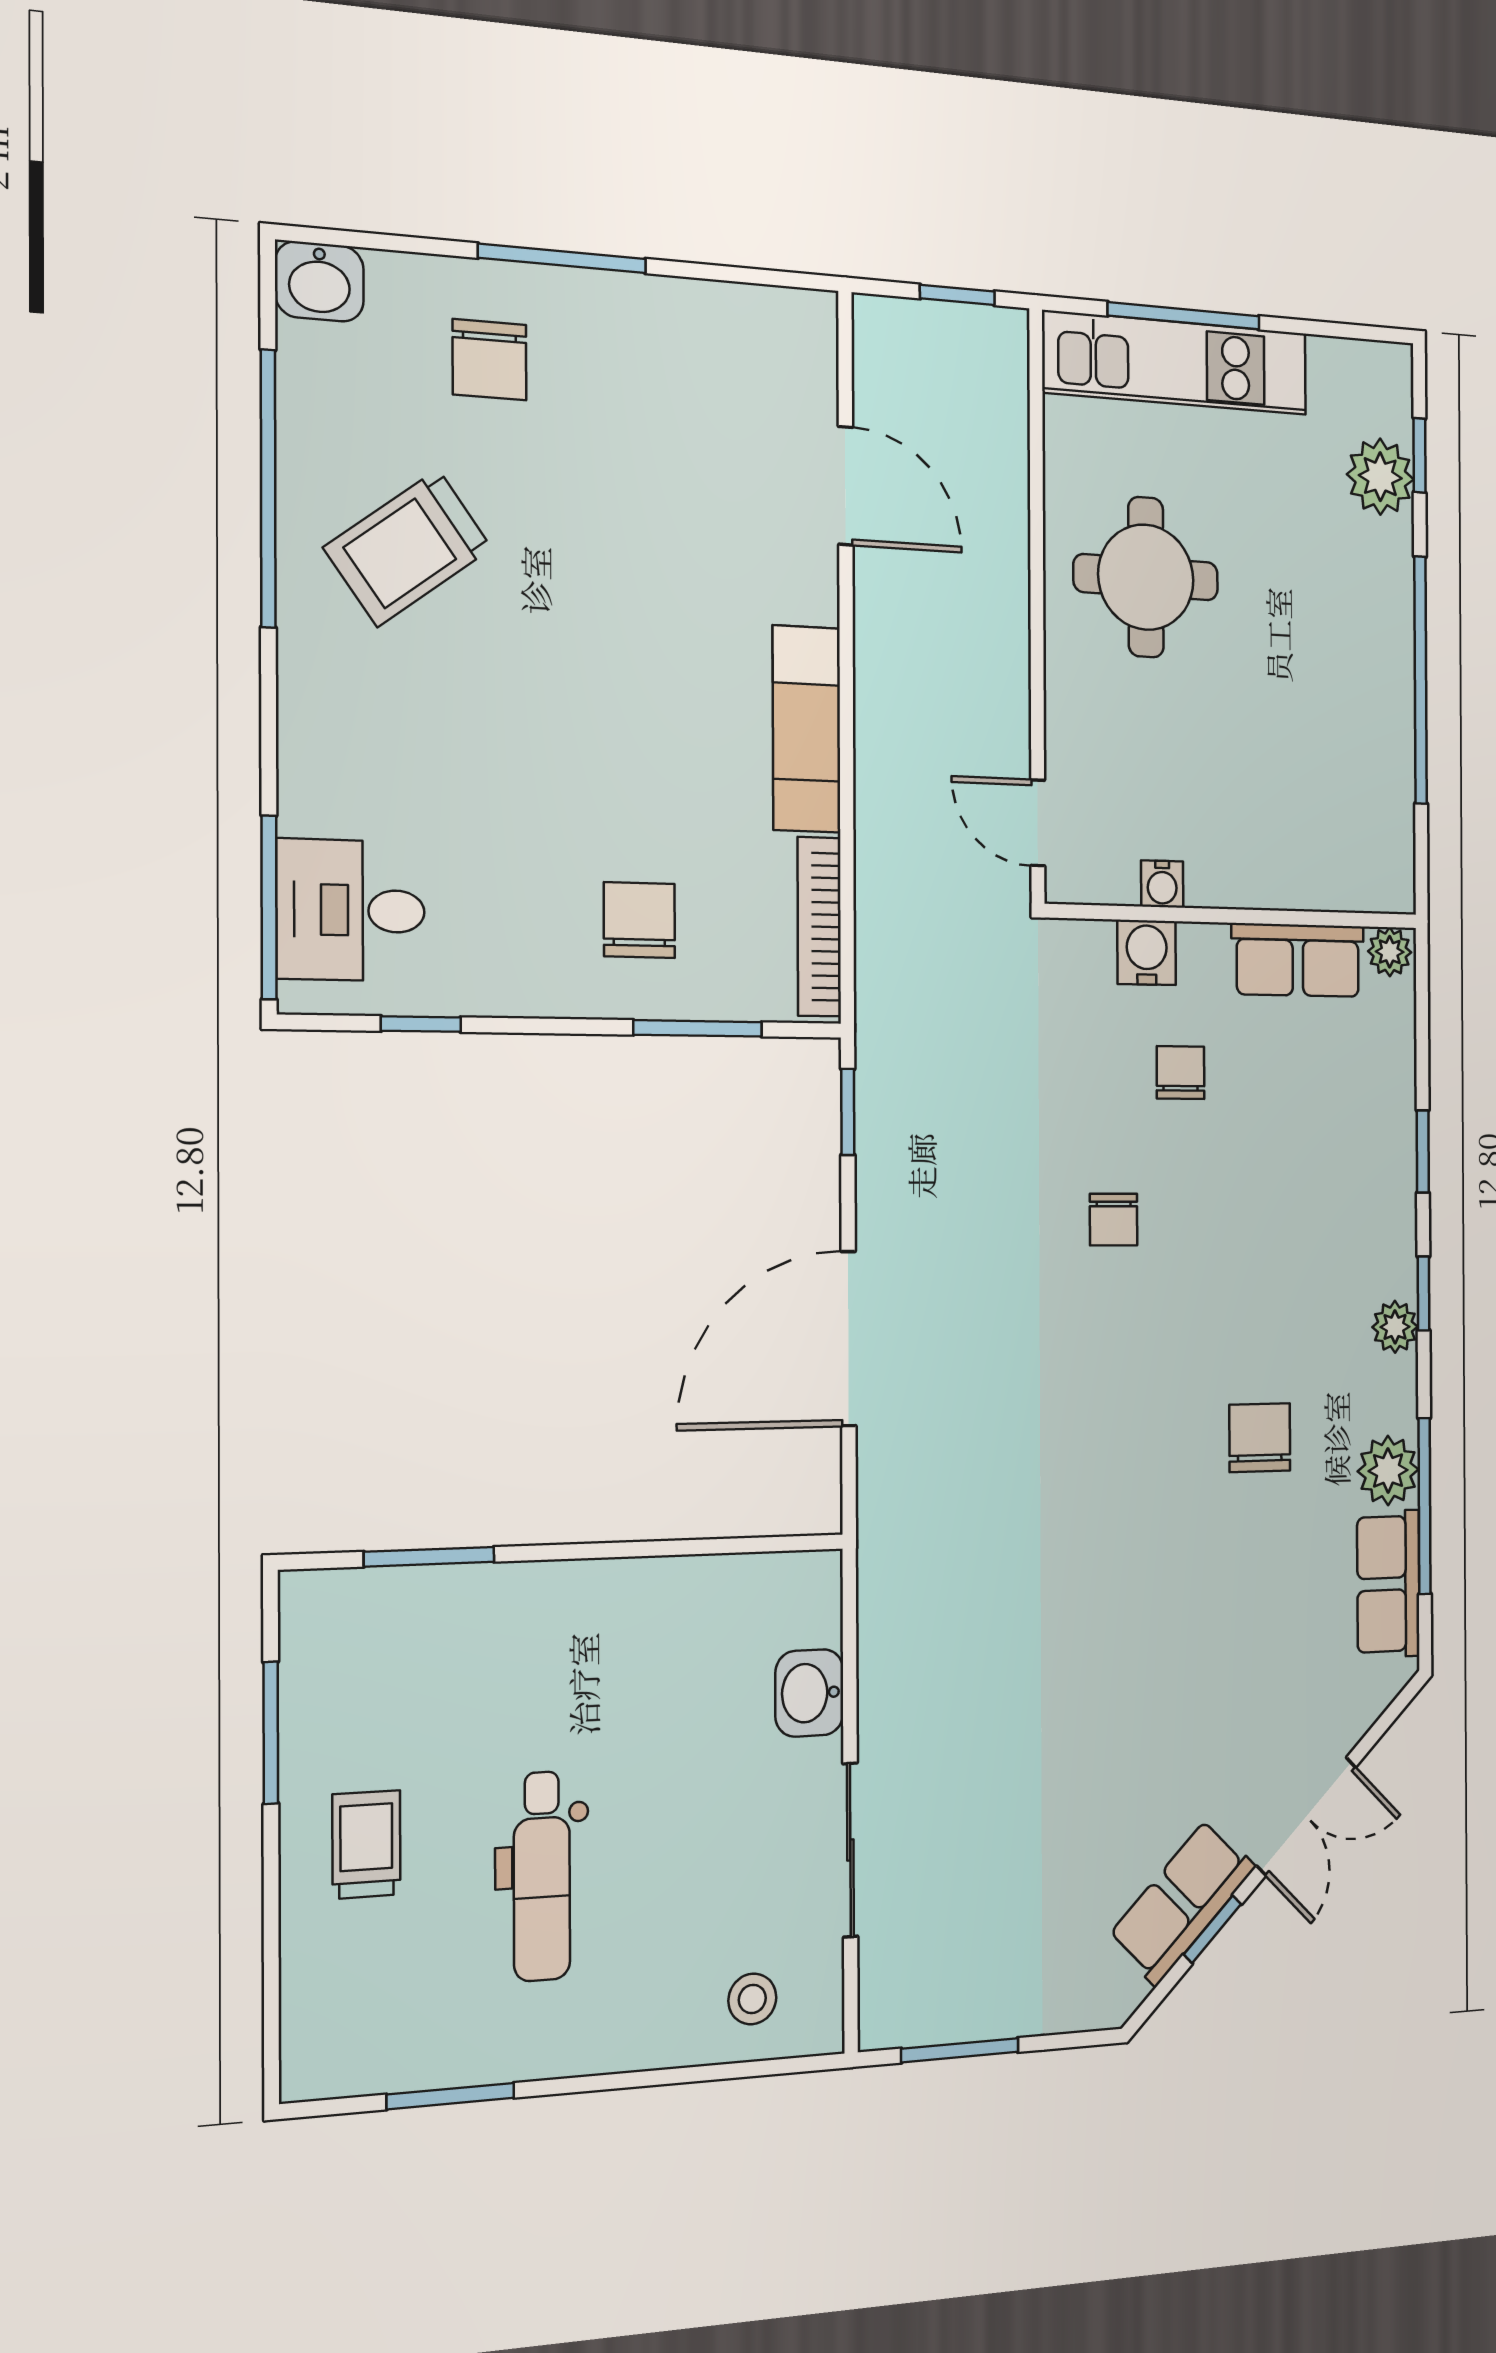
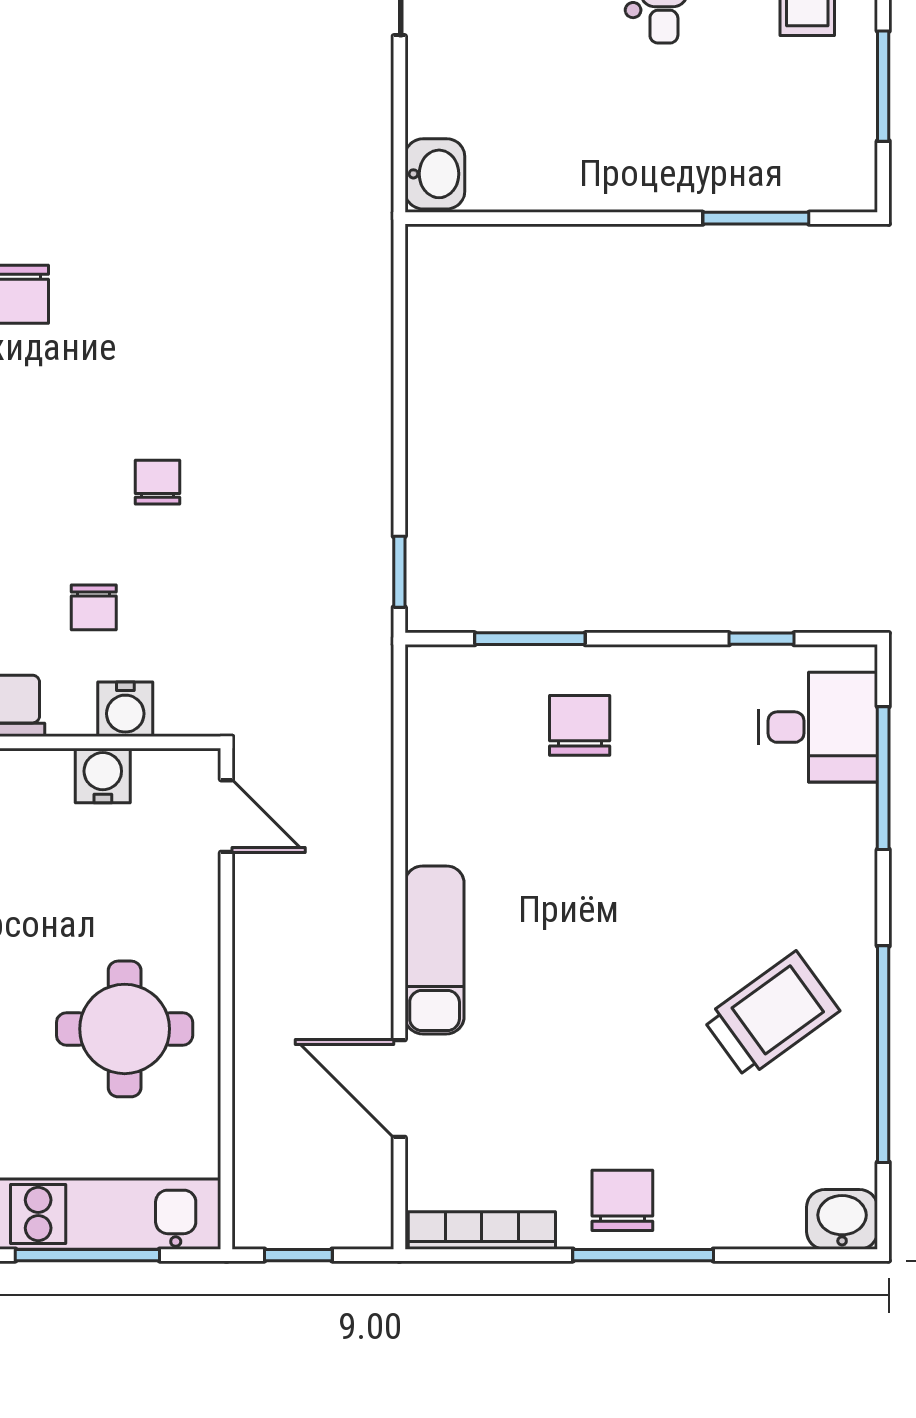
chair: (489, 360) -> (622, 1200), moved
exam couch: (807, 729) -> (435, 950), moved
water cooler: (1162, 884) -> (103, 776), width x1.38, depth x1.38
window: (269, 907) -> (883, 778), moved
chair: (639, 920) -> (580, 725), turned 180
bookcase: (819, 927) -> (482, 1230), moved, turned -90
door: (849, 1339) -> (399, 385), removed
washbasin: (809, 1693) -> (435, 174), moved

